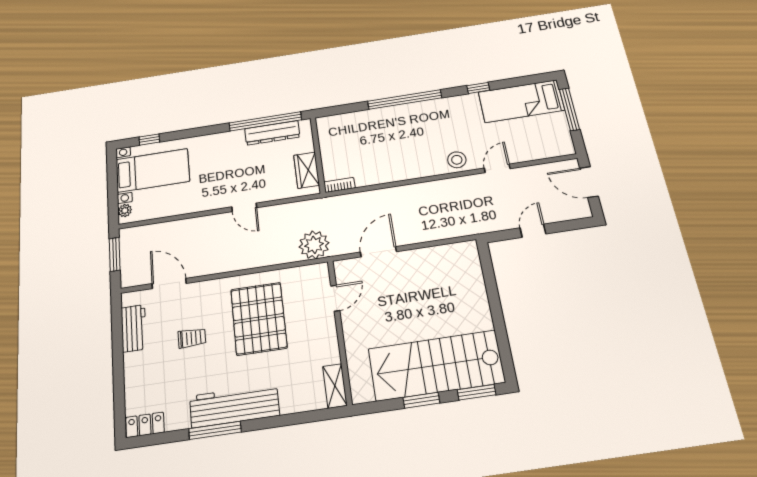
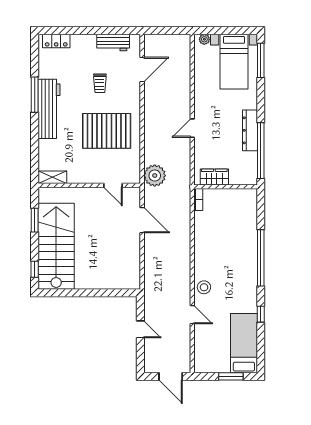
window: (569, 109) -> (231, 376), width x0.69
dresser: (272, 133) -> (250, 130), moved
window: (149, 140) -> (261, 60), width x2.17
door: (589, 182) -> (171, 376), swing flipped
window: (115, 254) -> (171, 31), removed
window: (477, 392) -> (35, 269), width x0.67
window: (421, 400) -> (35, 220), moved
locker: (145, 425) -> (56, 41), moved, turned 90

